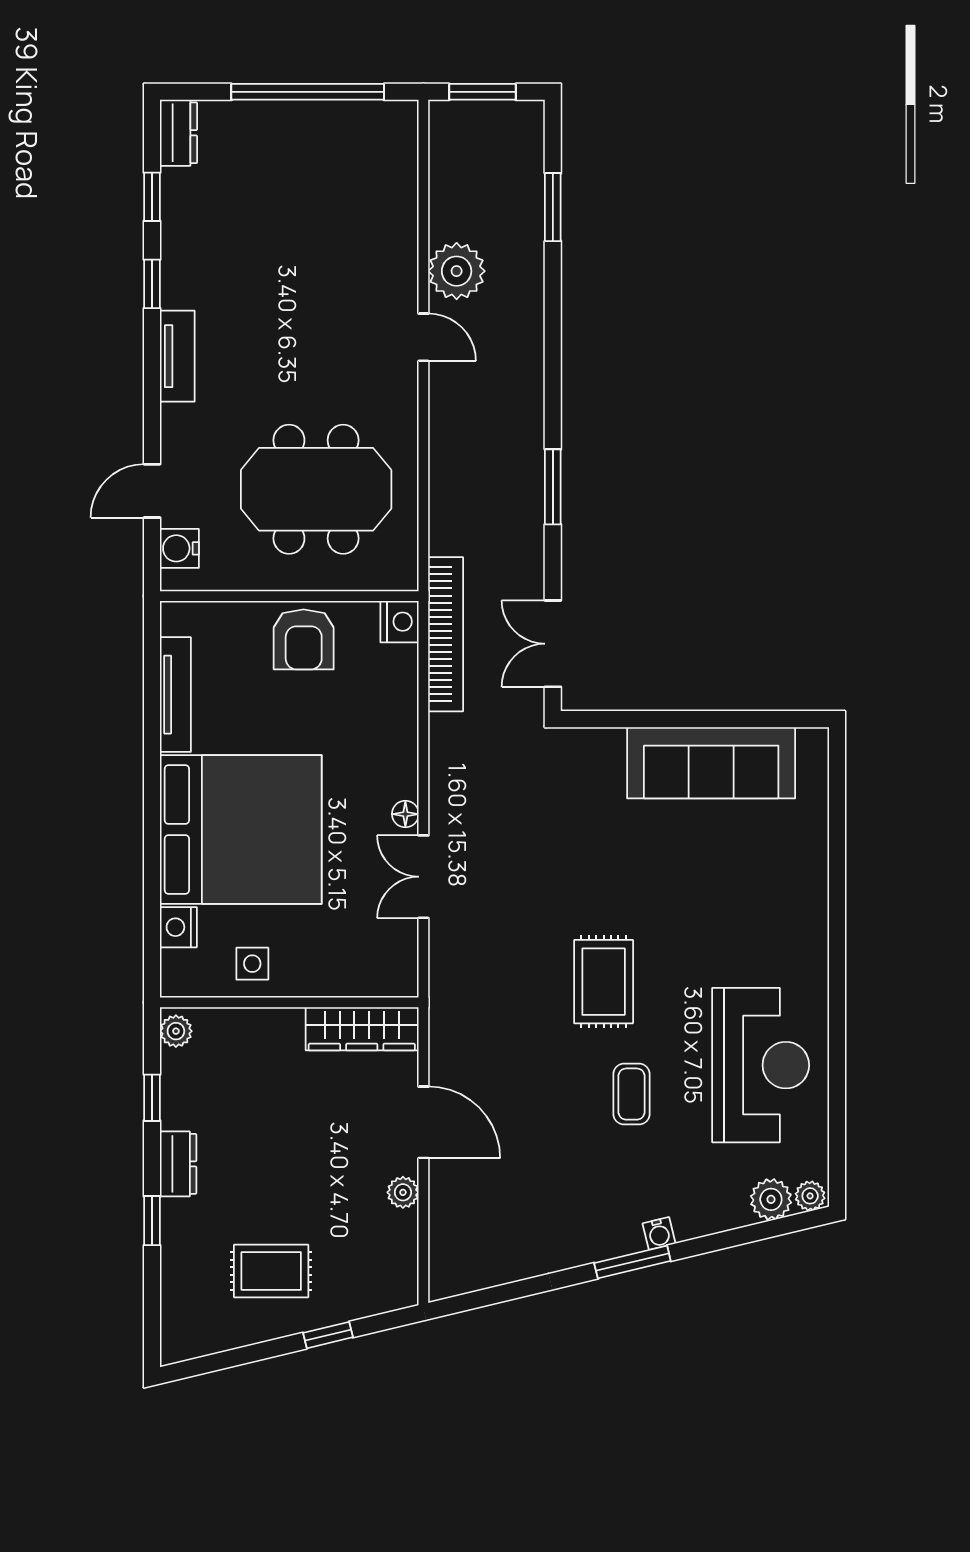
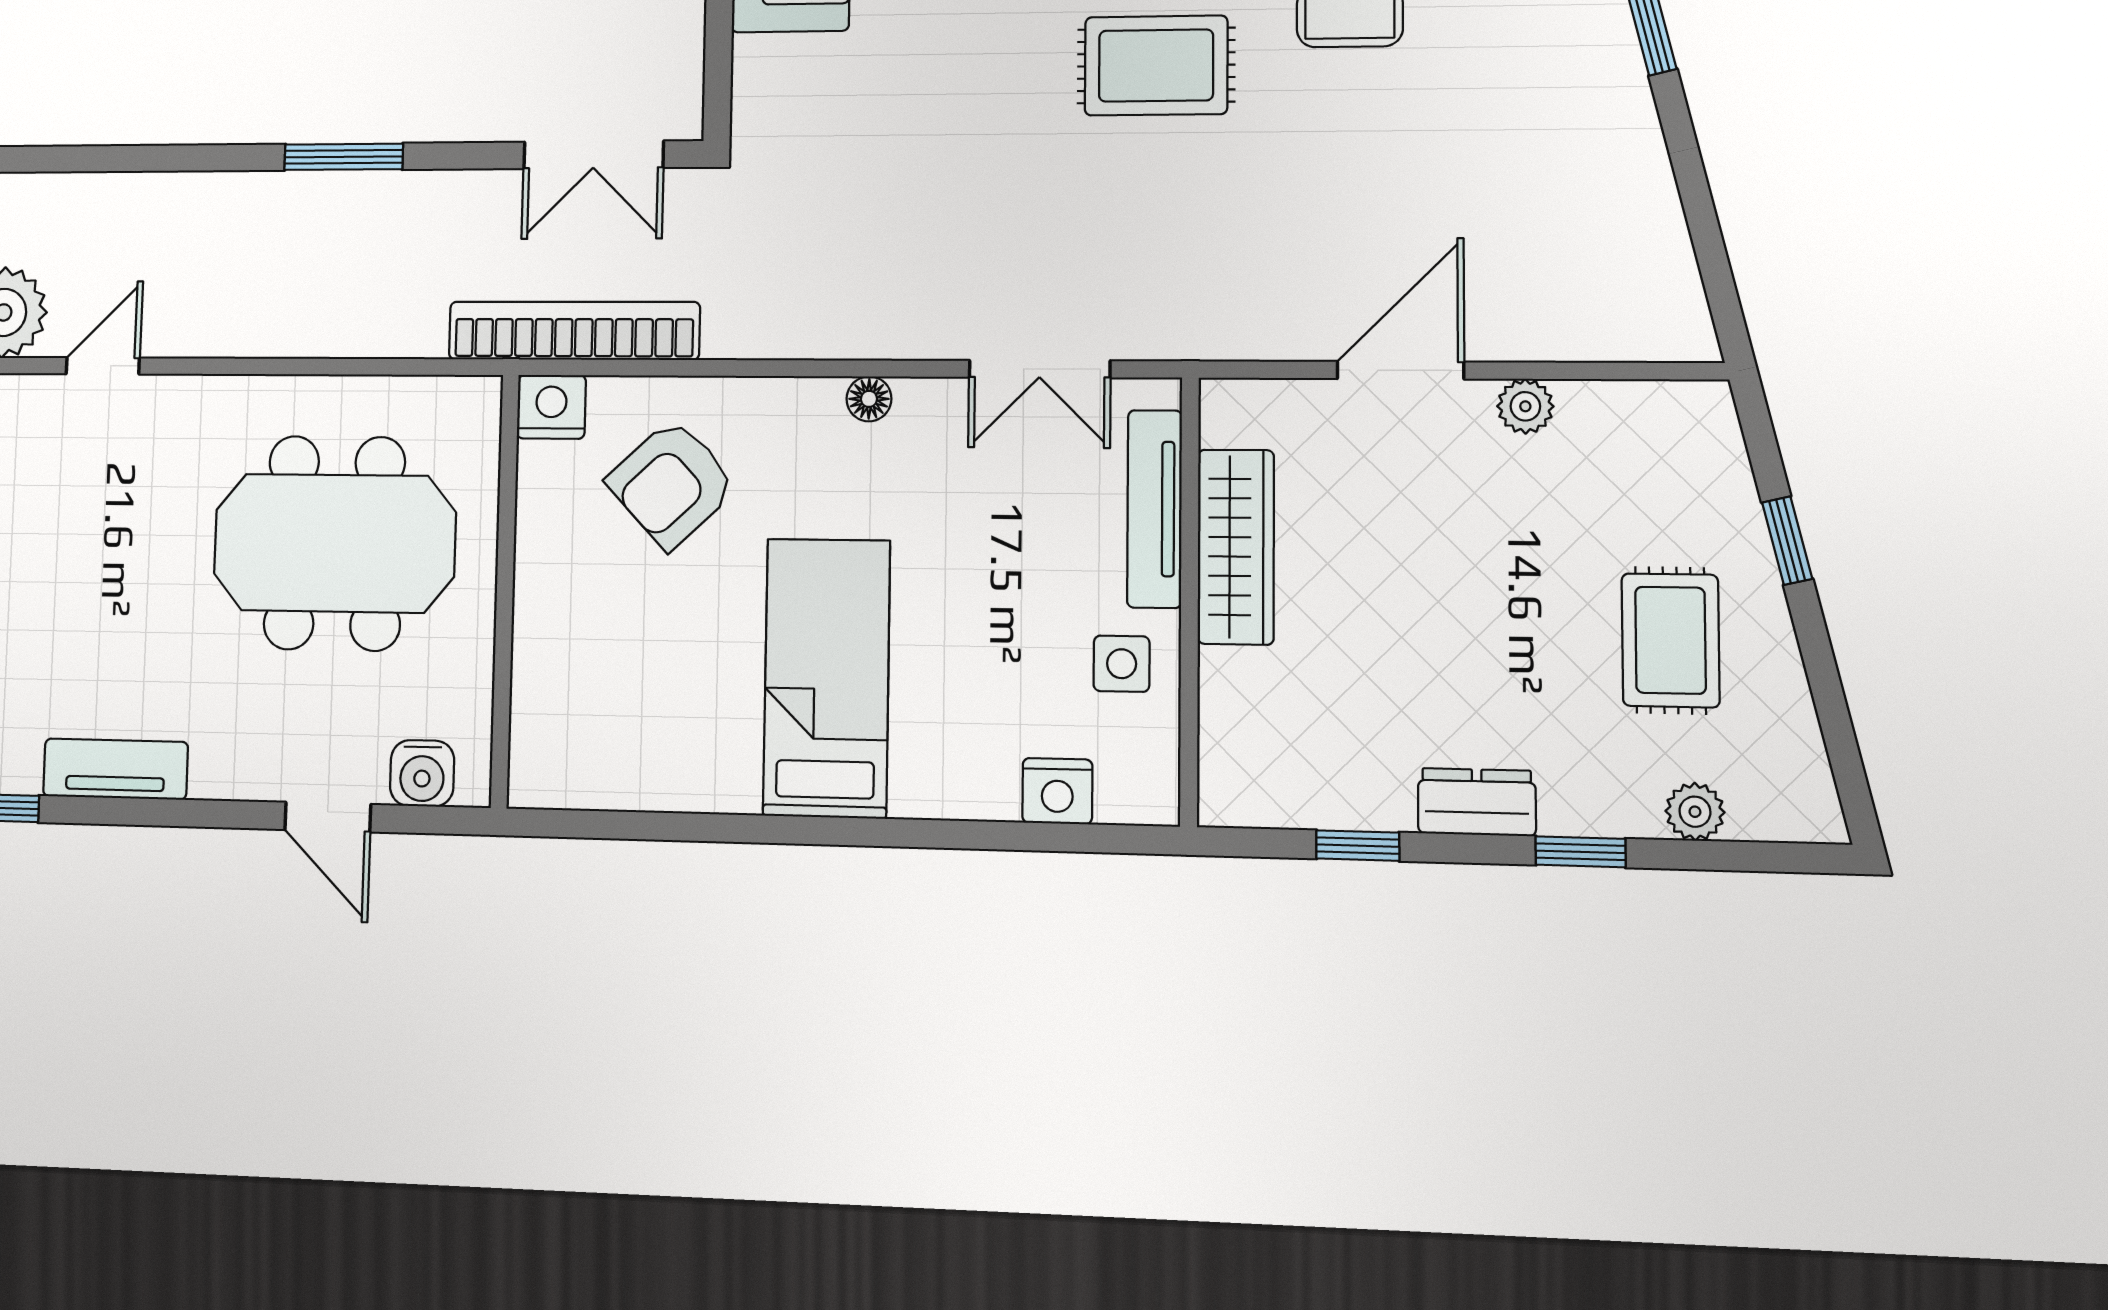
meeting table: (316, 489) -> (334, 543), turned 90
armchair: (304, 639) -> (672, 484), moved, turned 137
tv unit: (175, 695) -> (1155, 509), moved, turned -90
bed: (241, 829) -> (827, 678), width x0.49
double door: (423, 877) -> (1039, 369), moved
wardrobe: (362, 1029) -> (1236, 547), moved
plant: (176, 1031) -> (1695, 812), moved

